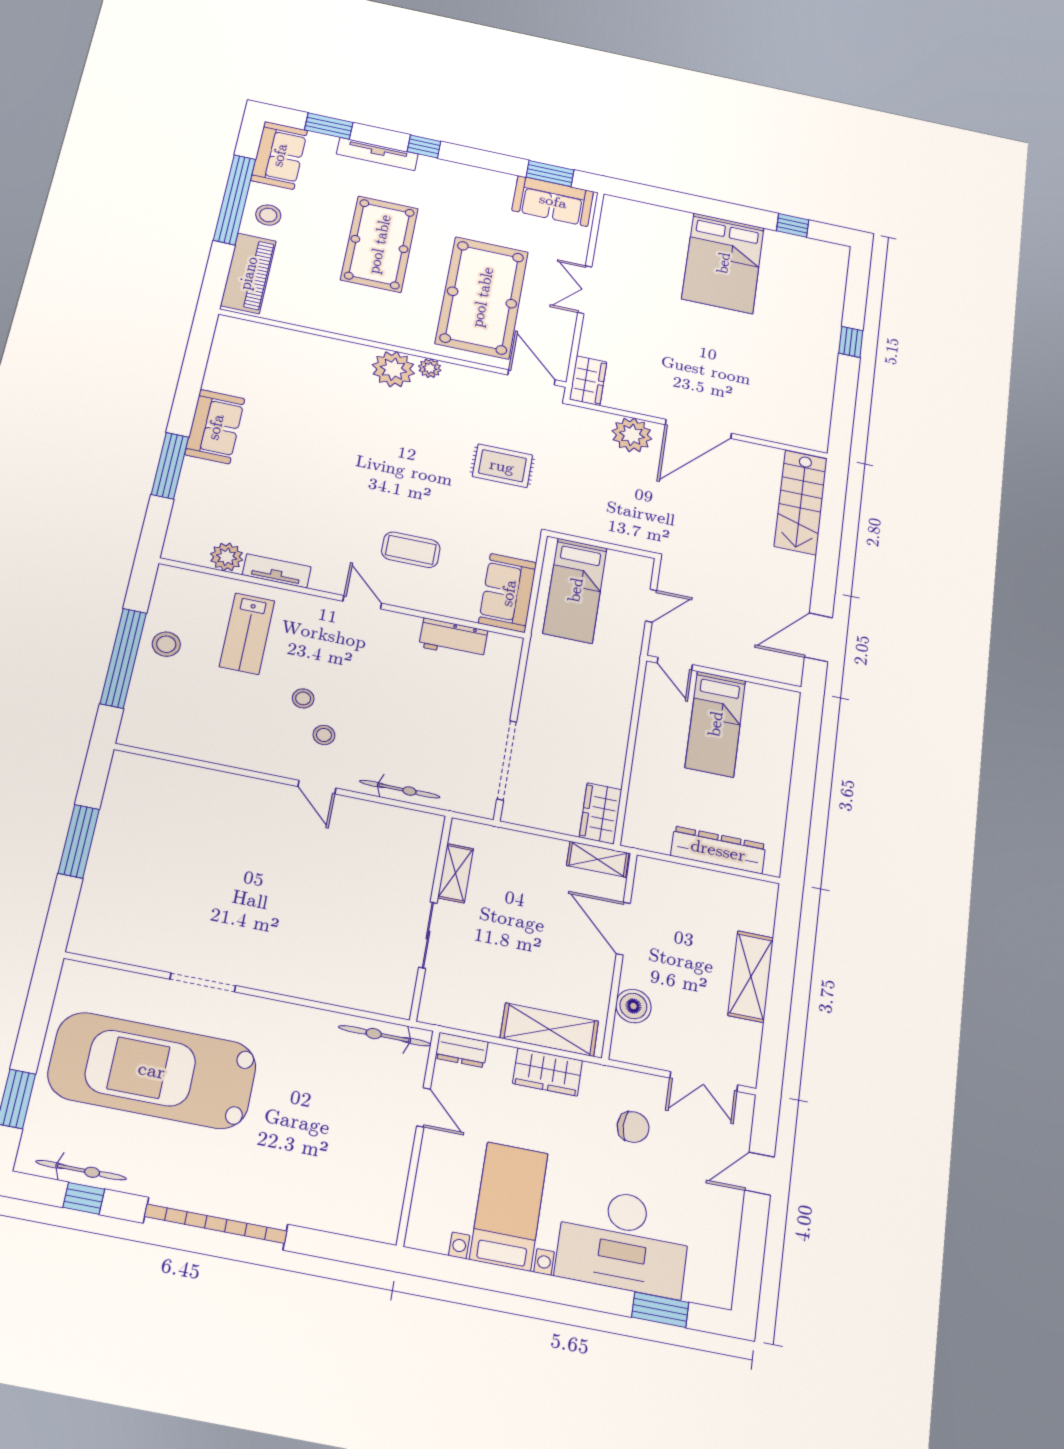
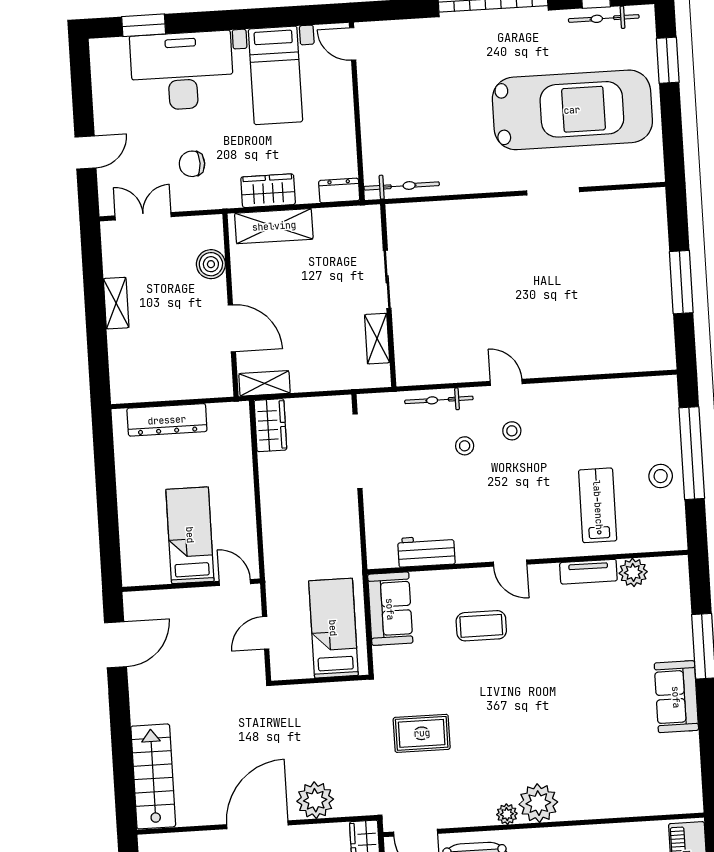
stool: (303, 698) -> (465, 446), moved
shelving: (751, 976) -> (116, 303), width x0.67, depth x0.75
door: (424, 1107) -> (353, 44), moved

